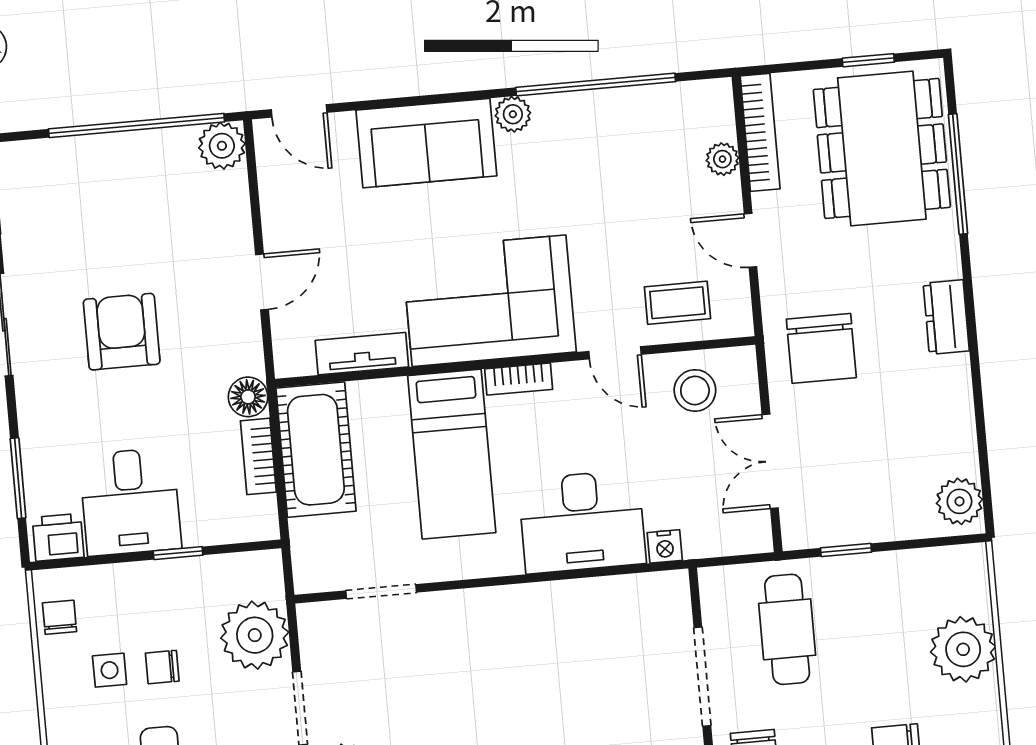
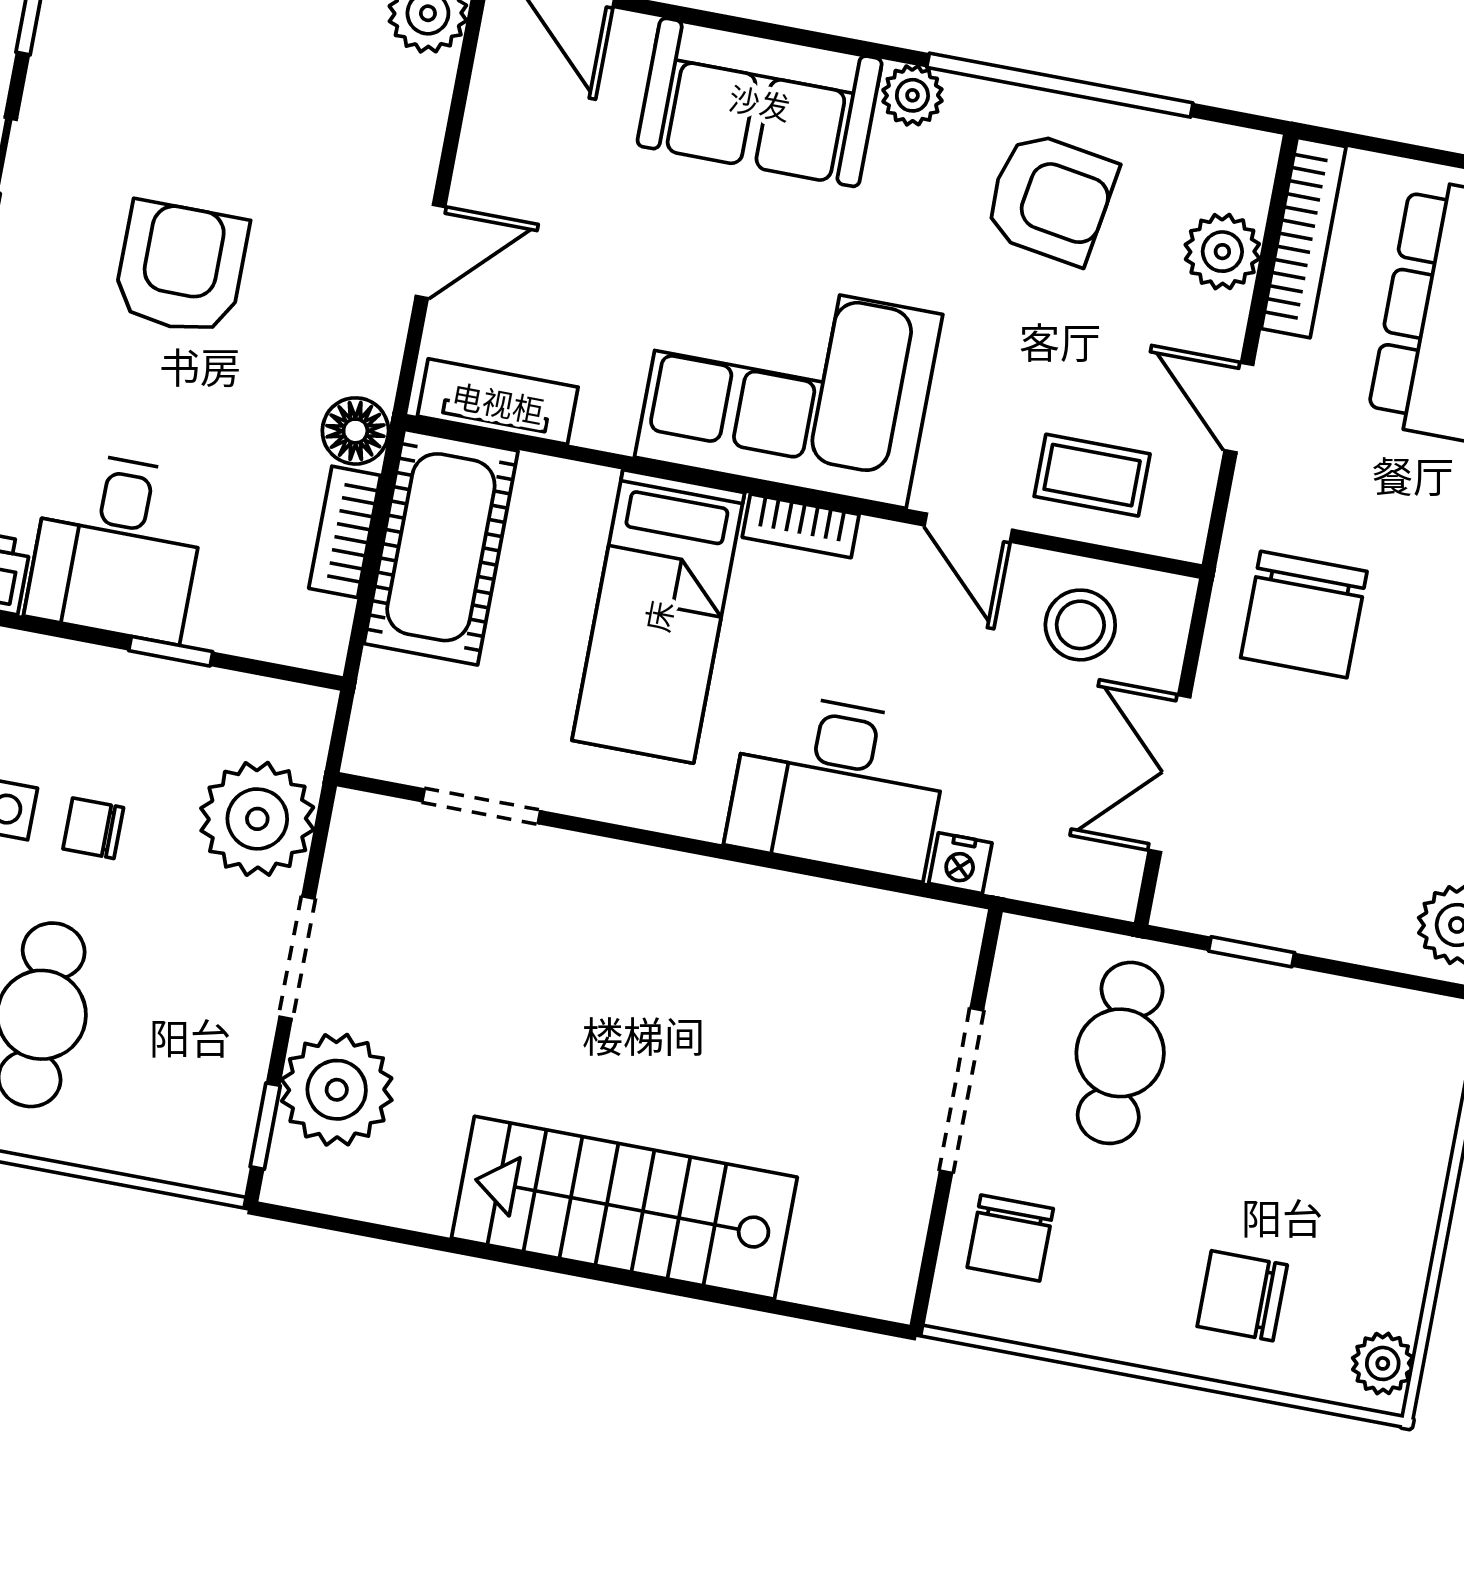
armchair: (608, 151) -> (1050, 198), added
plant: (722, 159) -> (1222, 252), width x1.38, depth x1.38
tv unit: (362, 354) -> (498, 402), moved
plant: (963, 649) -> (1395, 1166), removed

